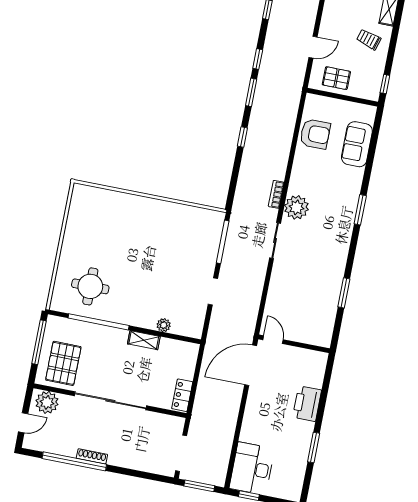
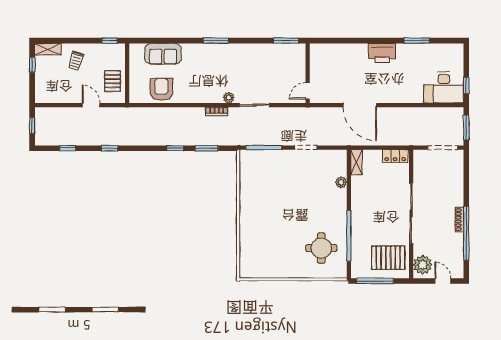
window: (251, 92) -> (207, 148), moved
plant: (296, 207) -> (229, 98), width x0.53, depth x0.53
shelving: (144, 340) -> (356, 162), moved
door: (273, 340) -> (308, 91), moved
wall: (294, 344) -> (308, 73), moved

